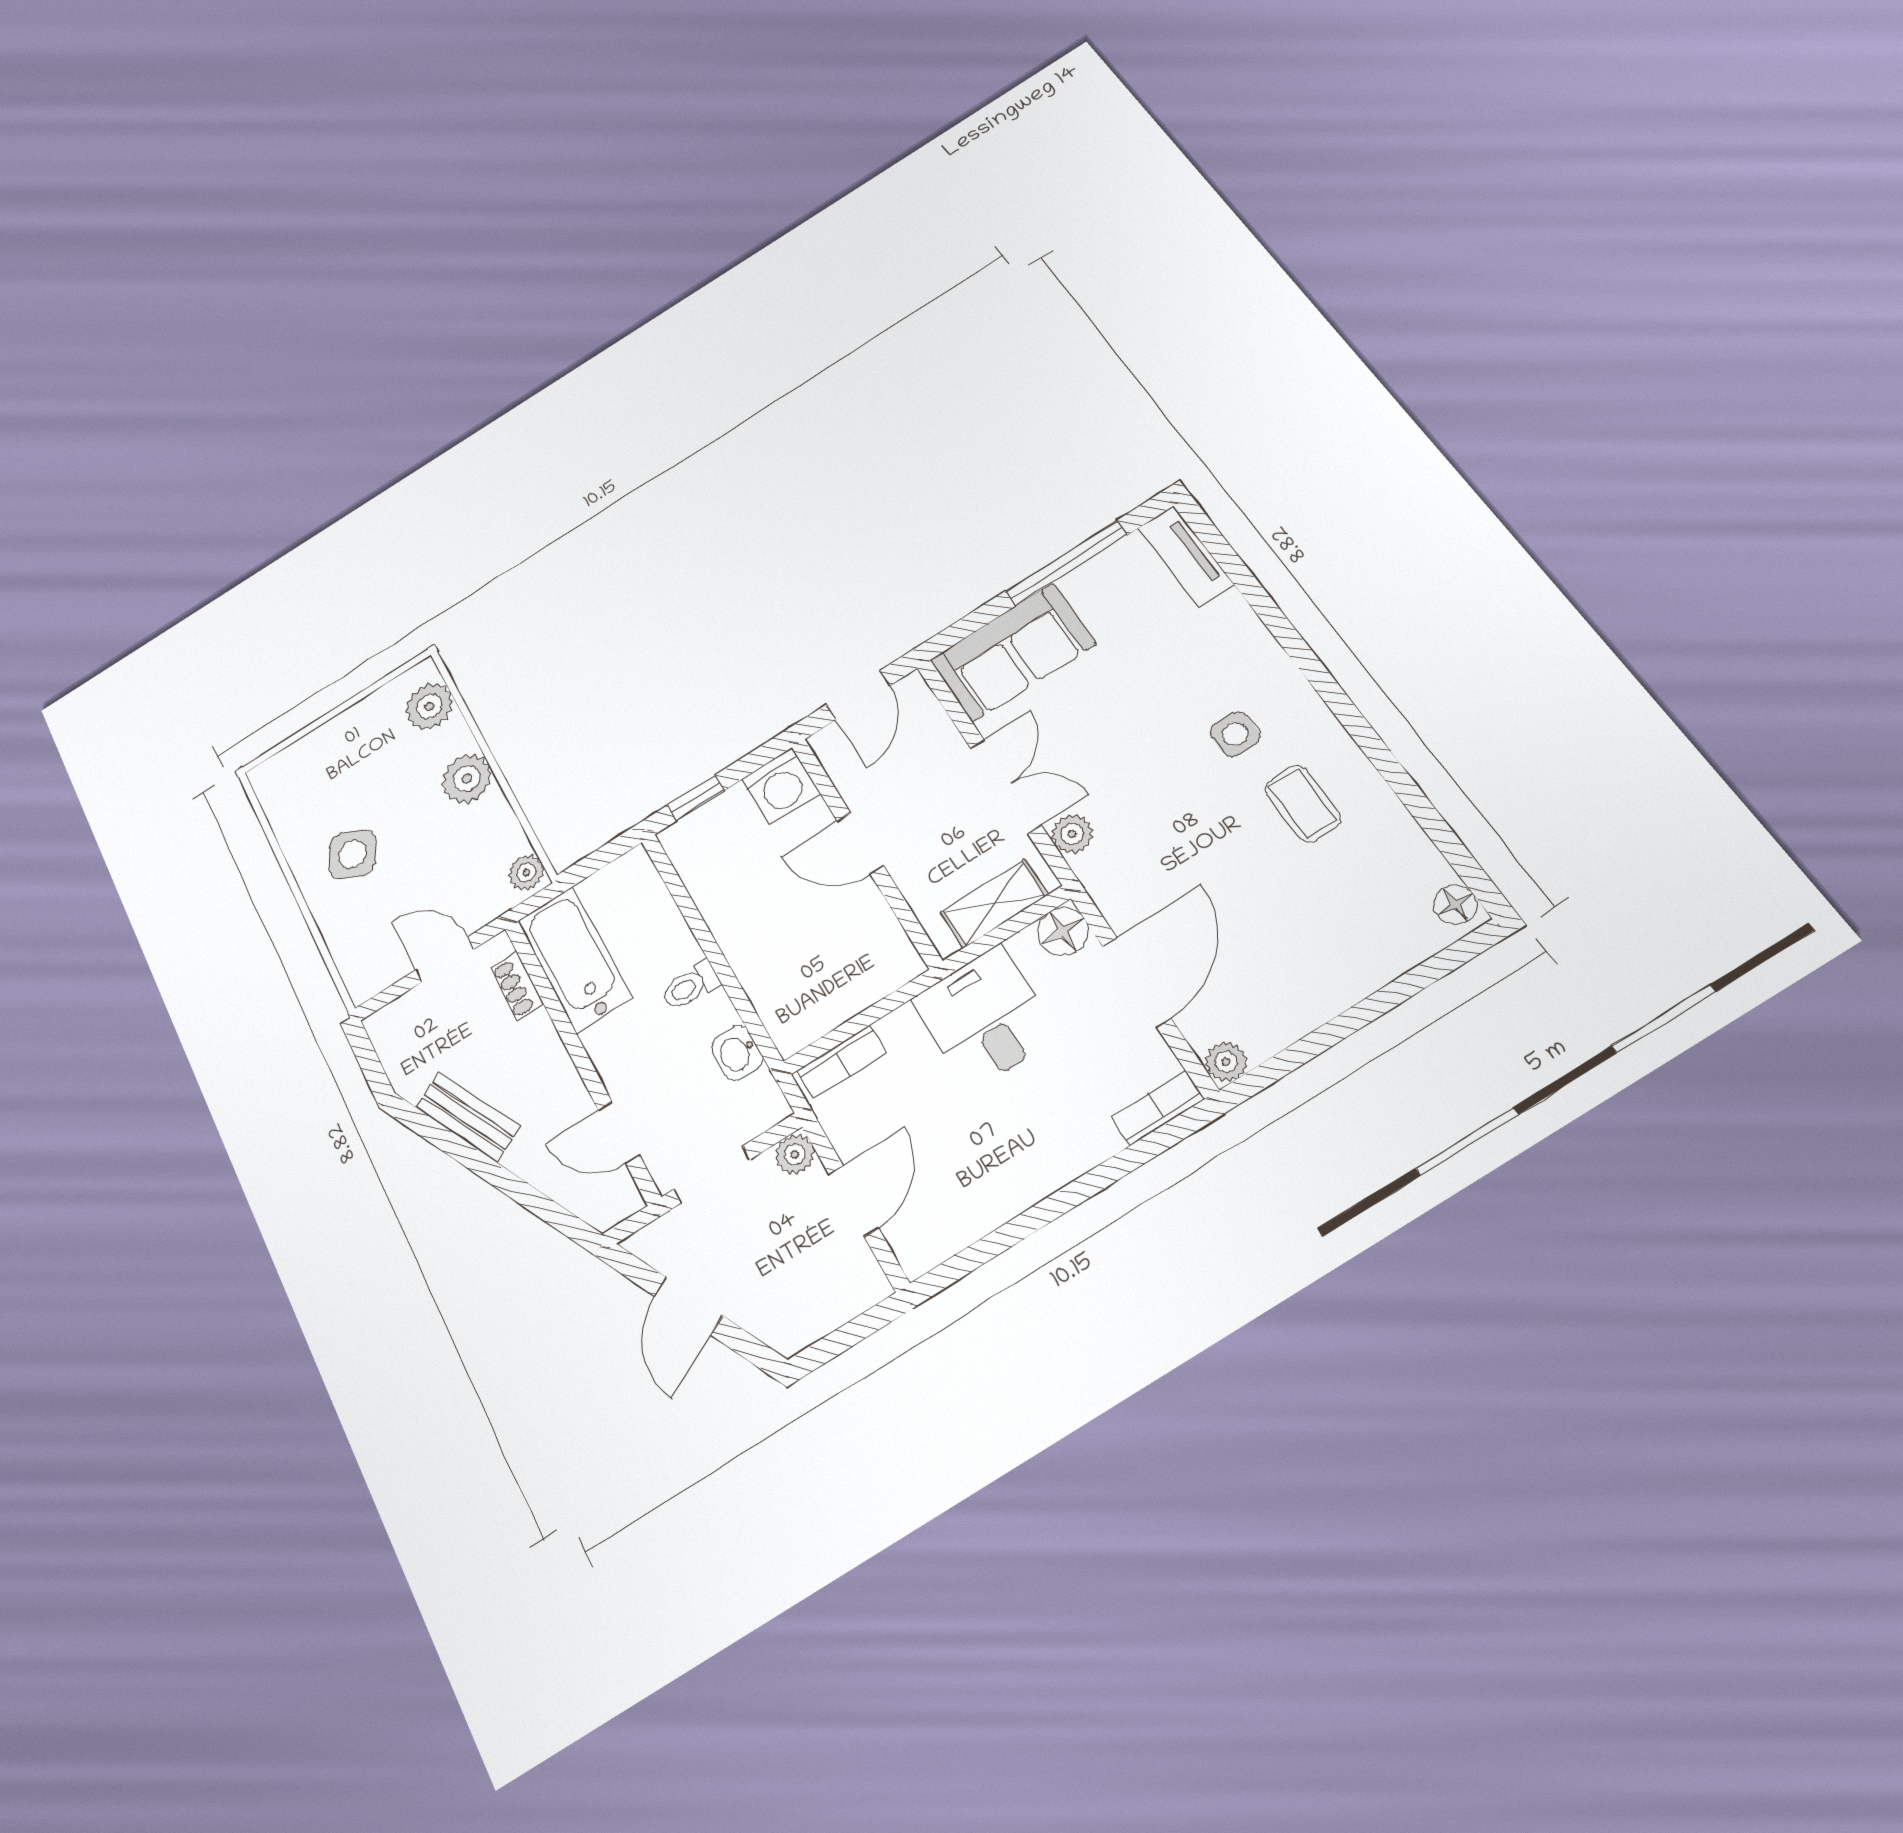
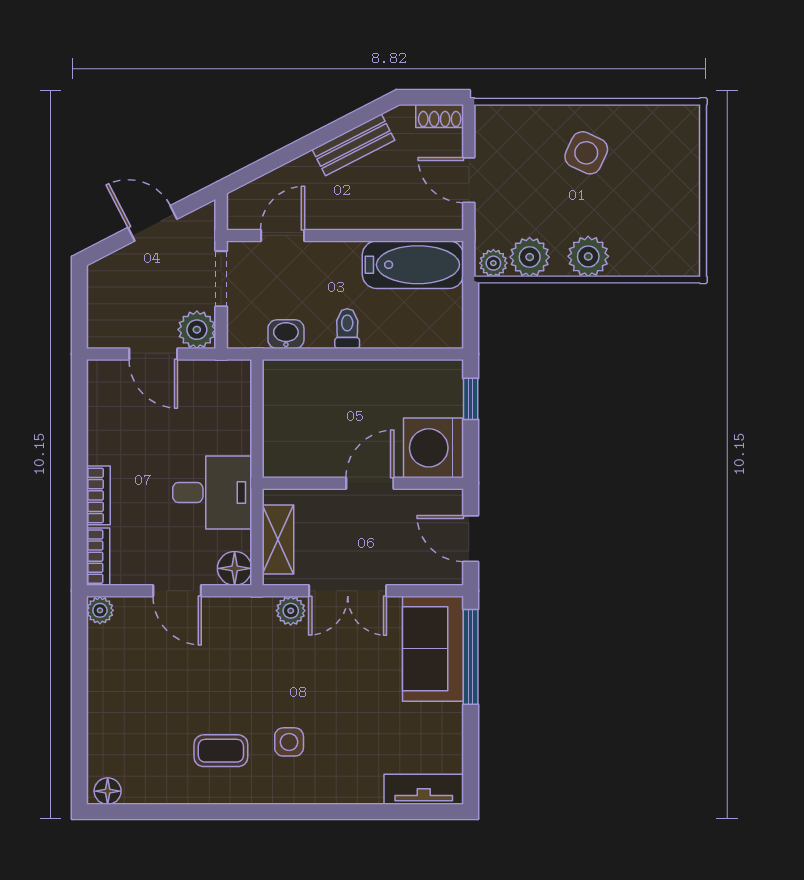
window: (1066, 563) -> (471, 657), moved
plant: (429, 706) -> (530, 257), moved
washing machine: (781, 786) -> (433, 448), width x1.37, depth x1.37
door: (445, 959) -> (469, 180), swing flipped
door: (1137, 982) -> (177, 591), width x0.73
shoe rack: (517, 986) -> (440, 116), moved, turned 180
bookcase: (842, 1062) -> (98, 495), moved, turned 180
plant: (795, 1154) -> (197, 330), width x1.38, depth x1.38

